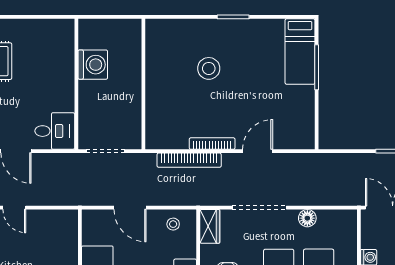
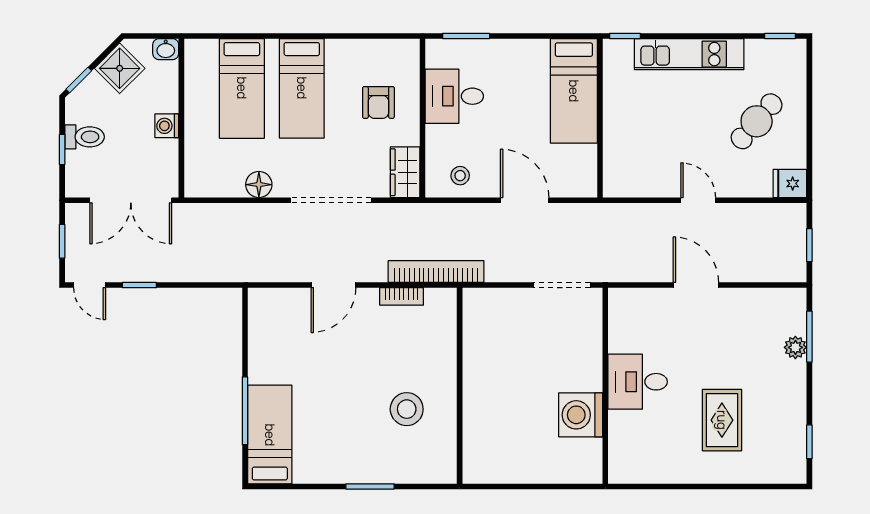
wall: (143, 84) -> (460, 386), moved
desk: (55, 131) -> (638, 382), moved
bookcase: (212, 144) -> (402, 296), width x0.64

